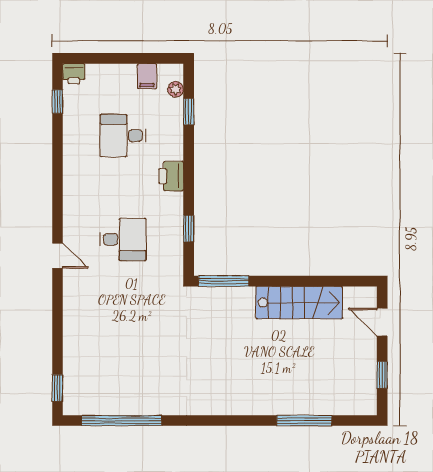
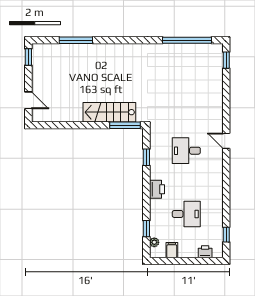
printer: (74, 74) -> (205, 252), moved
stairs: (299, 303) -> (109, 112), moved
window: (382, 375) -> (28, 57), moved

